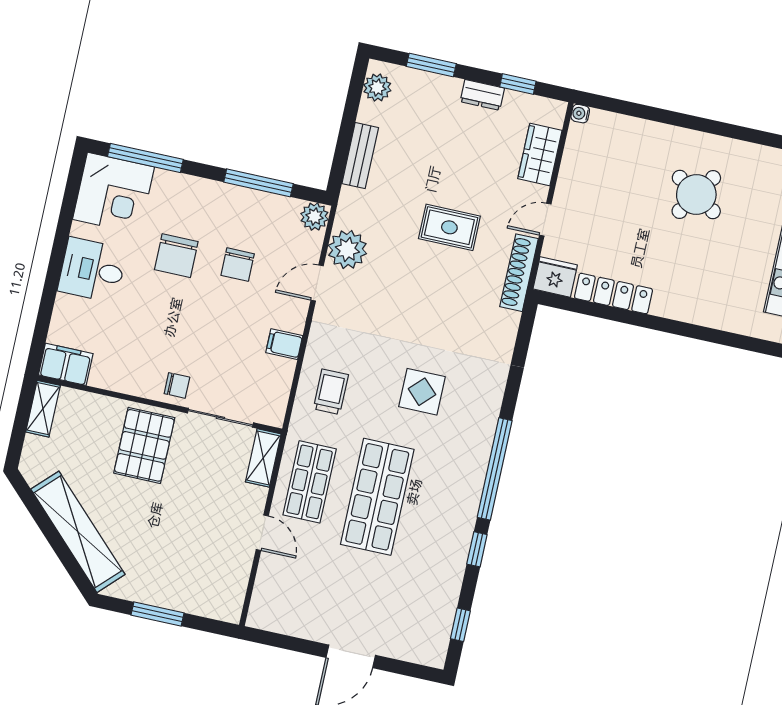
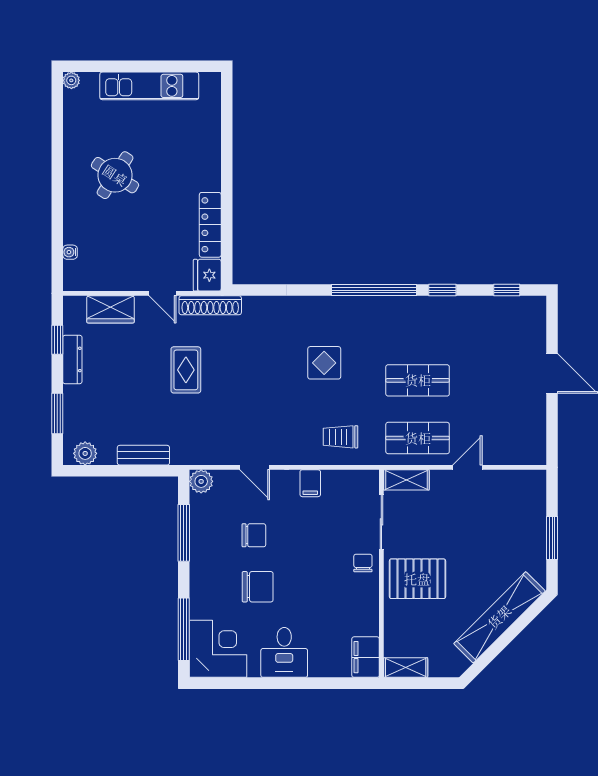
dresser: (482, 95) -> (72, 359), width x1.44
water cooler: (580, 114) -> (70, 252), moved, turned 90
plant: (347, 249) -> (222, 449), removed
shop shelf: (377, 497) -> (418, 380), width x0.70, depth x0.74

